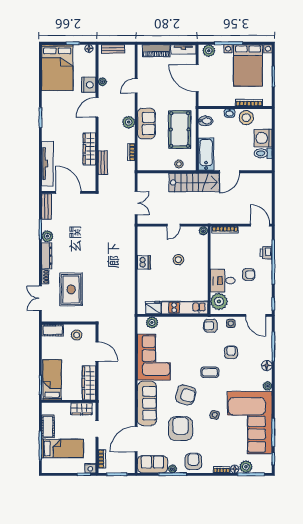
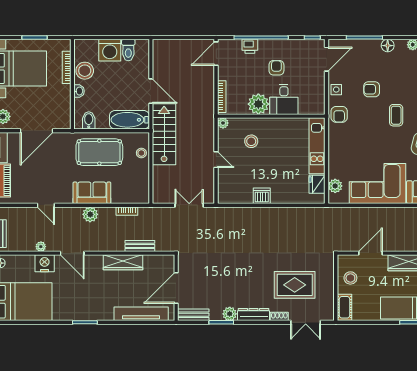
stool: (178, 260) -> (251, 141), moved
plant: (219, 301) -> (258, 104), moved

